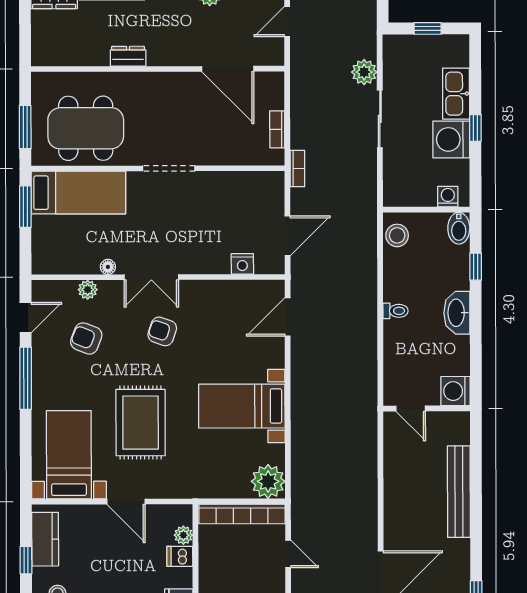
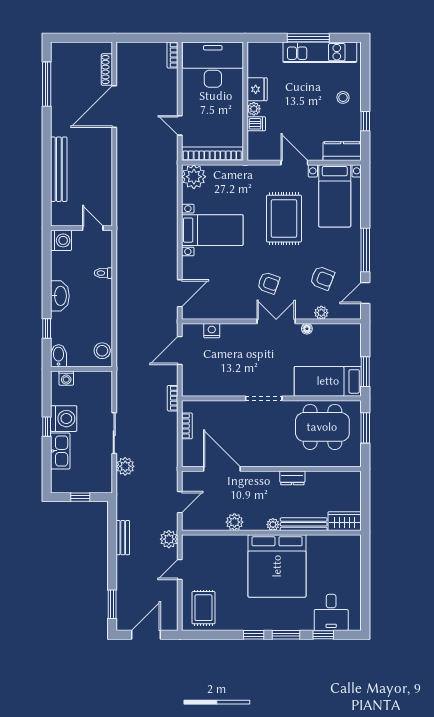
toilet: (396, 311) -> (103, 273), moved
plant: (183, 535) -> (254, 109), moved
kitchen counter: (45, 539) -> (342, 151), moved, turned 90

